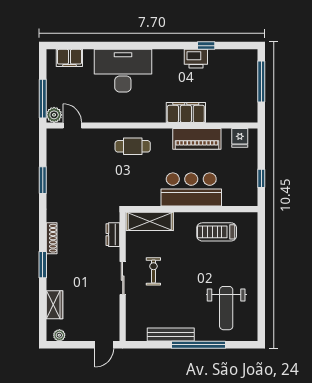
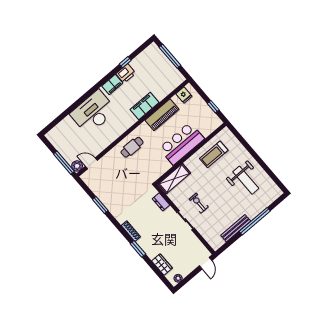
filing cabinet: (69, 58) -> (112, 84), moved
weight bench: (226, 308) -> (246, 180), moved

